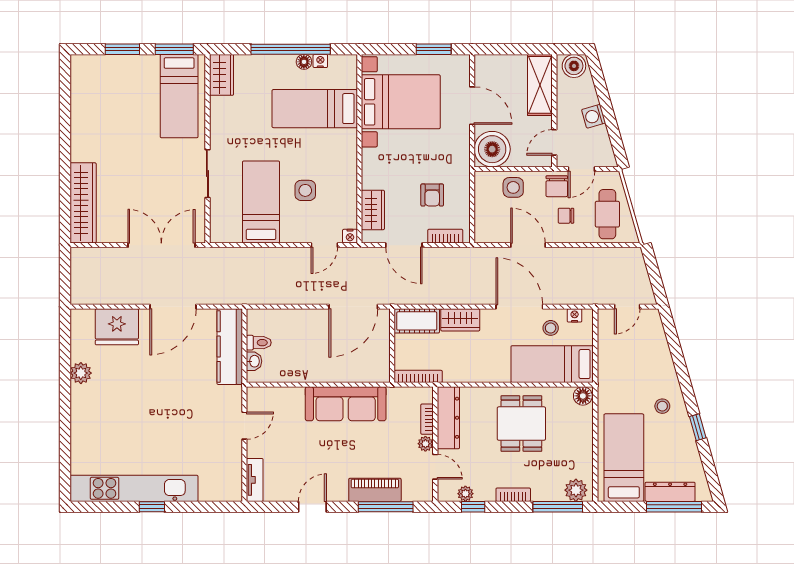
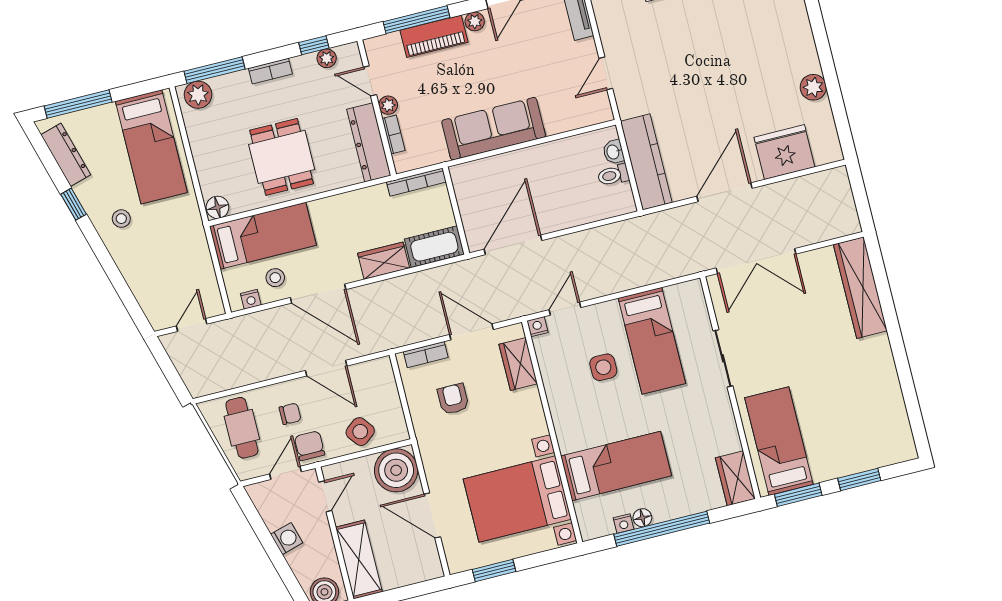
side table: (513, 187) -> (360, 432), turned -38
dresser: (670, 492) -> (66, 155), moved, turned -106
plant: (339, 494) -> (475, 21), added

